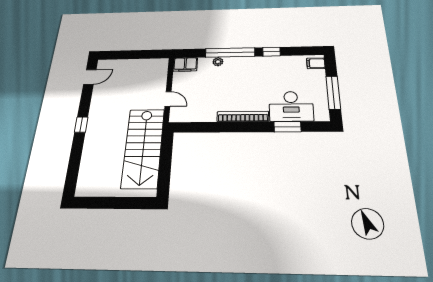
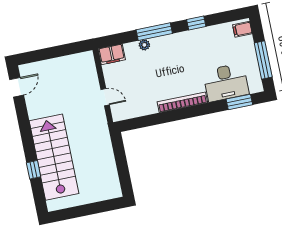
window: (230, 53) -> (154, 32), width x0.68
window: (81, 125) -> (34, 170), moved
window: (287, 127) -> (239, 102), moved
stairs: (143, 148) -> (54, 157), moved, turned 180

